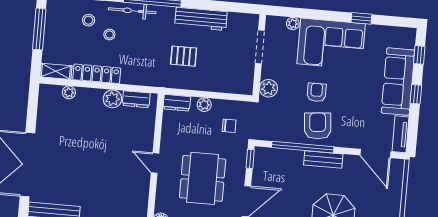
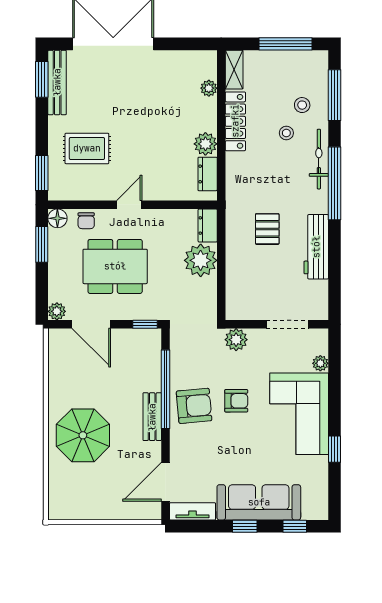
plant: (204, 105) -> (201, 260), width x1.88, depth x1.88
chair: (229, 126) -> (86, 221), moved
rug: (108, 192) -> (87, 148), added

